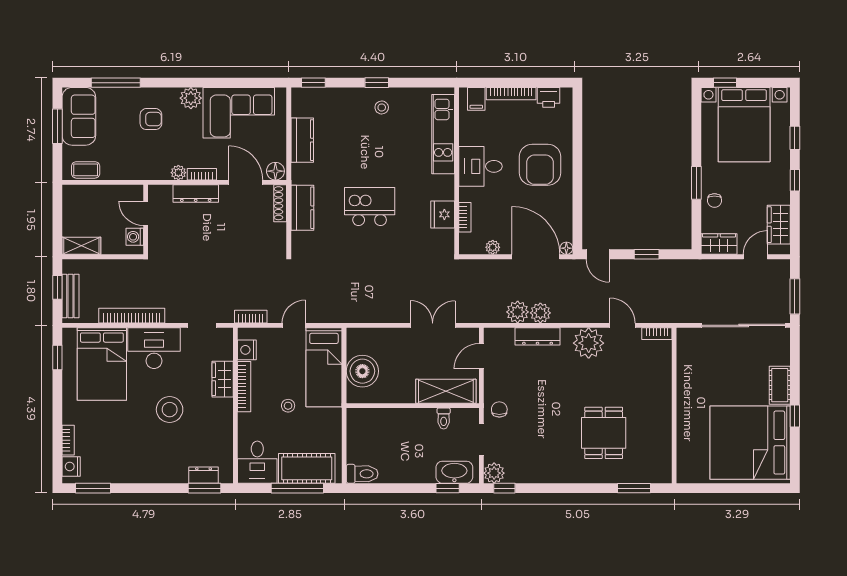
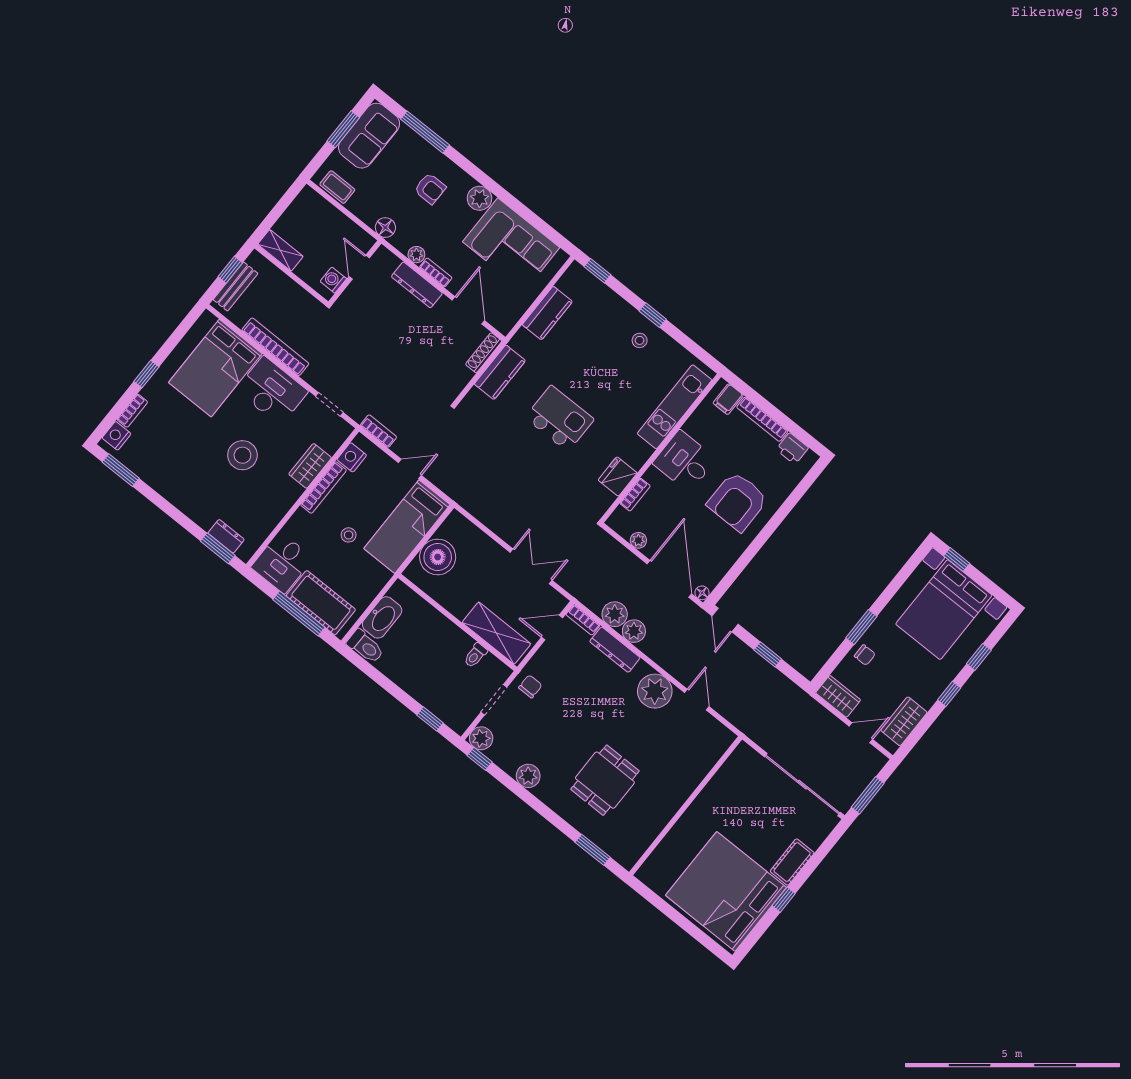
floor lamp: (275, 171) -> (385, 228), moved
chair: (714, 200) -> (865, 655), turned -90
bookcase: (657, 334) -> (583, 620), moved
window: (57, 358) -> (146, 374), moved
washbasin: (454, 472) -> (382, 617), moved, turned 90
plant: (548, 473) -> (528, 776), added

